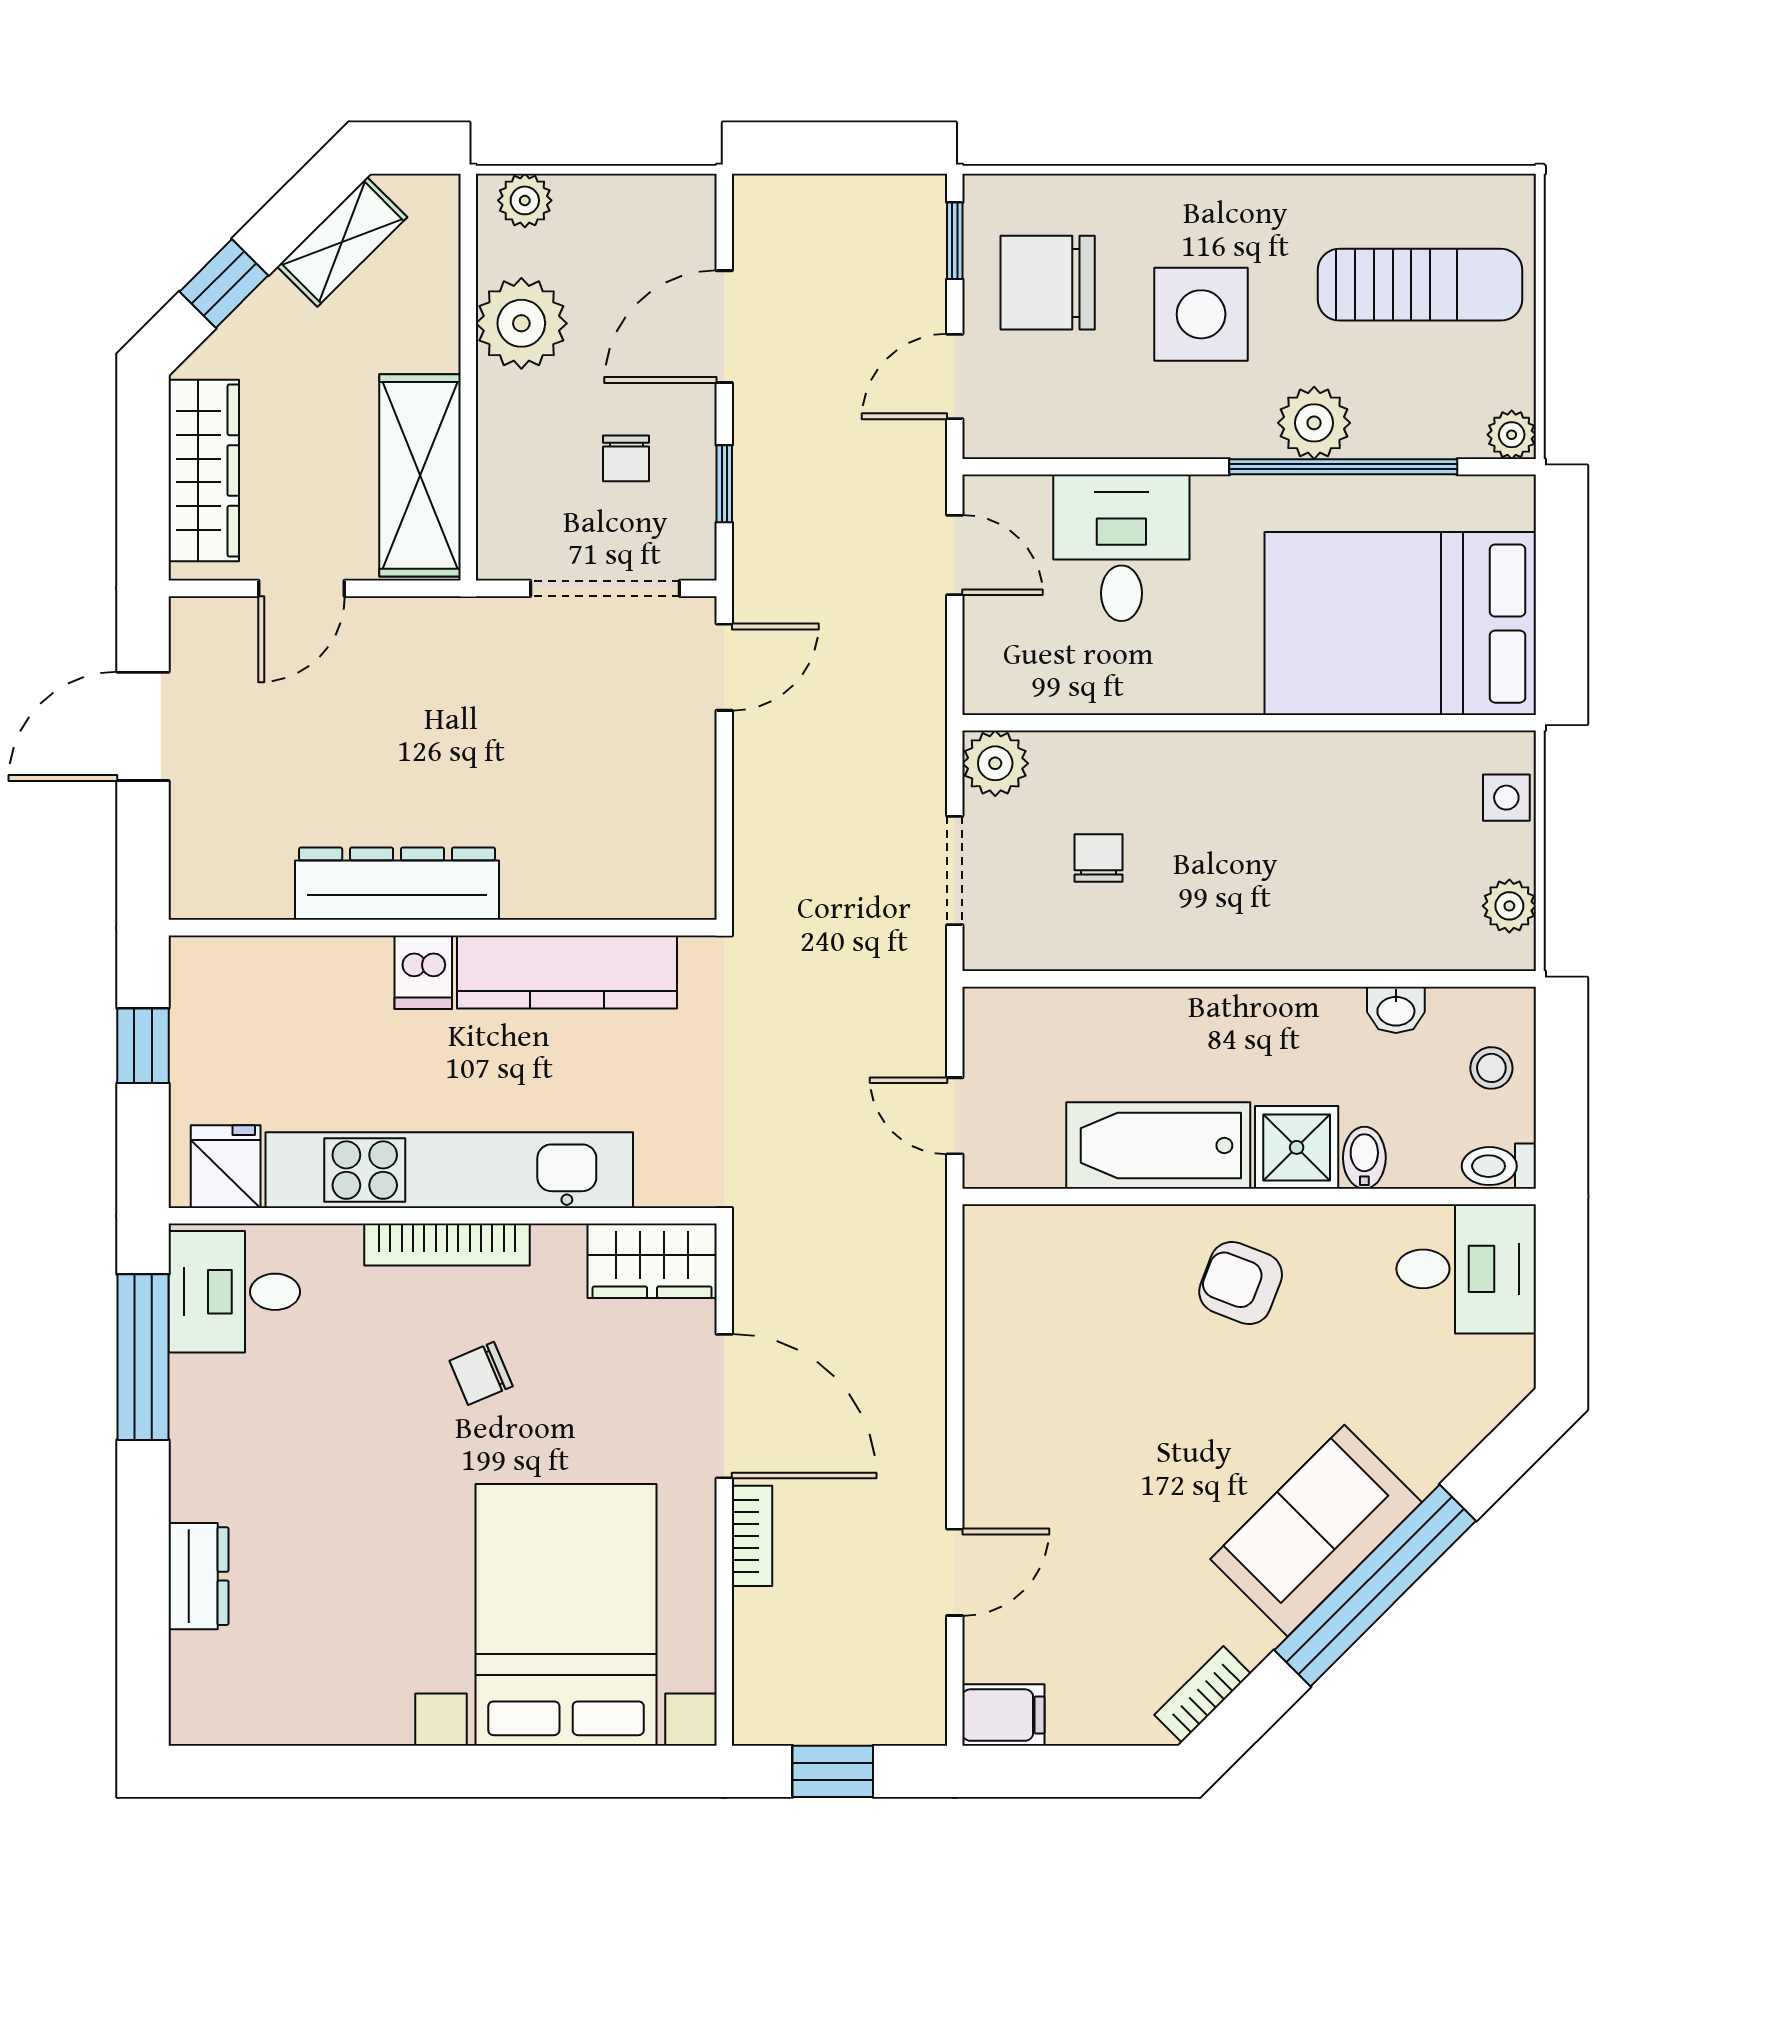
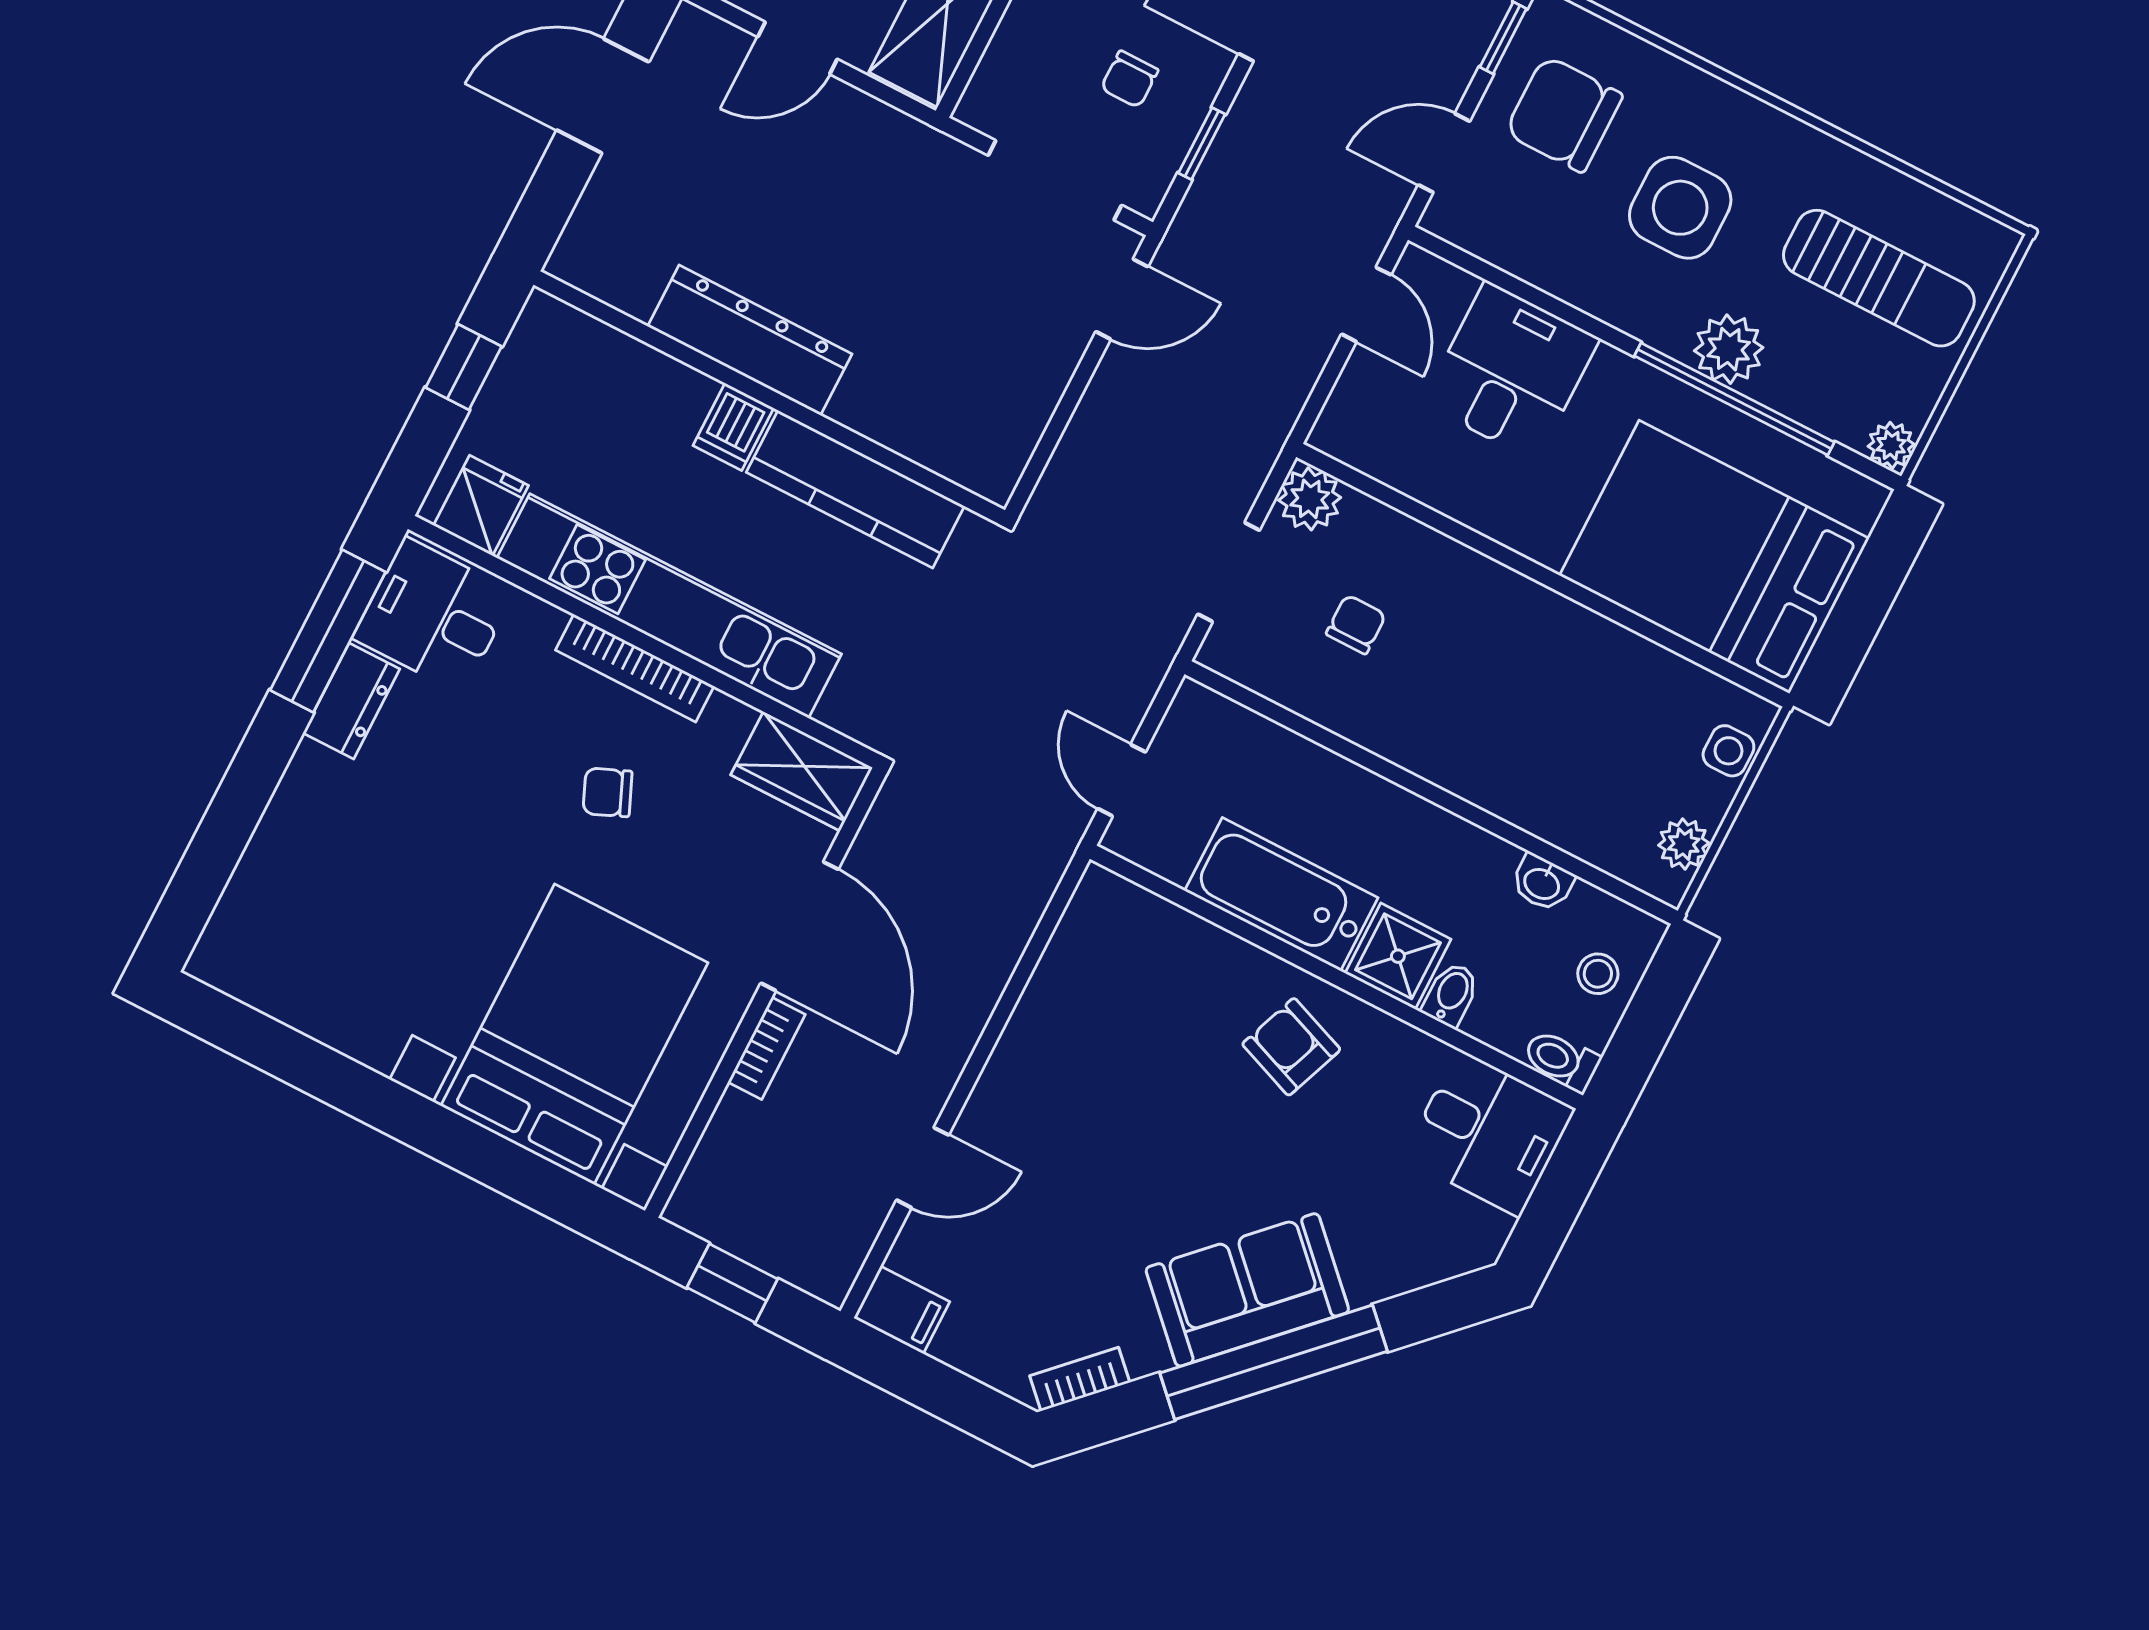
dresser: (198, 1576) -> (351, 701), moved

